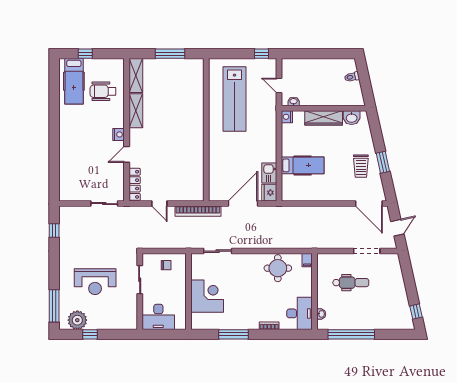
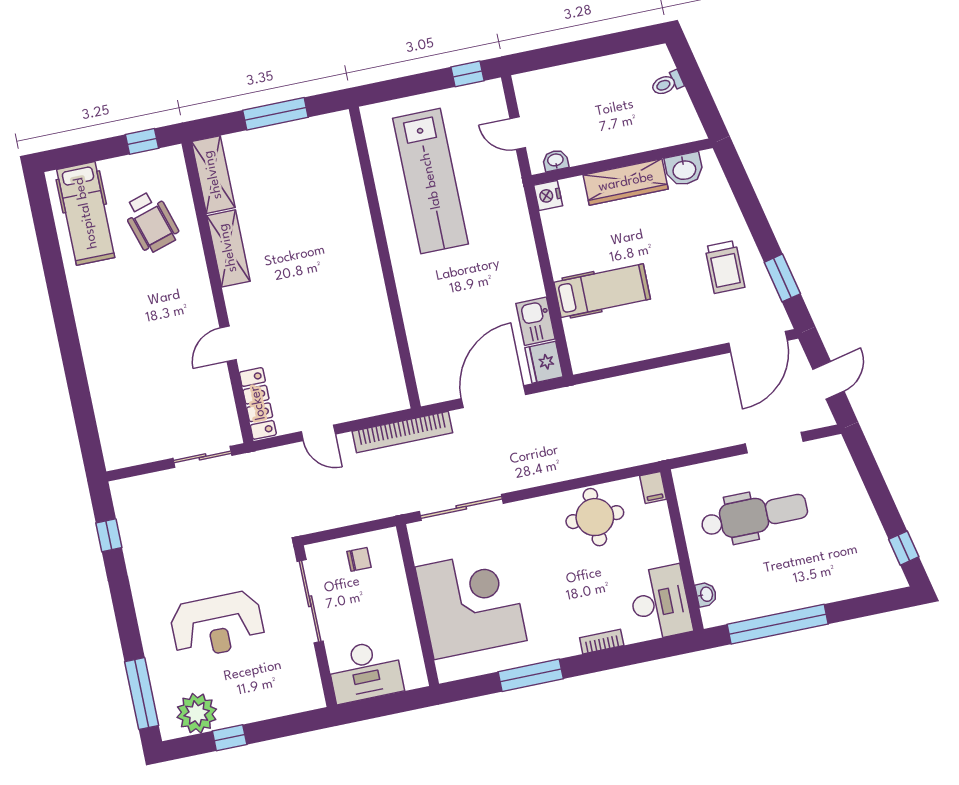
window: (85, 54) -> (142, 141), moved
wheelchair: (103, 91) -> (151, 222), turned -107
nightstand: (119, 134) -> (203, 306), removed
window: (383, 162) -> (782, 278), moved
door: (369, 204) -> (758, 342), hinge flipped
sliding door: (218, 251) -> (461, 507), width x1.37
sliding door: (140, 280) -> (310, 601), width x1.37
dental chair: (351, 283) -> (754, 516), width x1.36, depth x1.38
corner desk: (207, 296) -> (471, 604), width x1.36, depth x1.36

